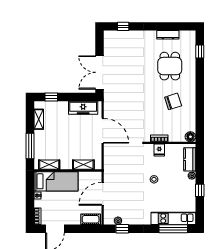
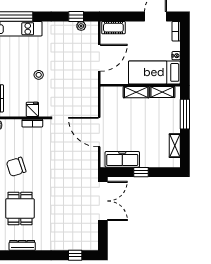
window: (51, 97) -> (141, 172), moved
shelving: (83, 165) -> (136, 92), moved

